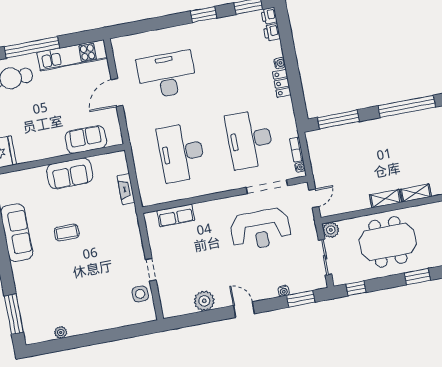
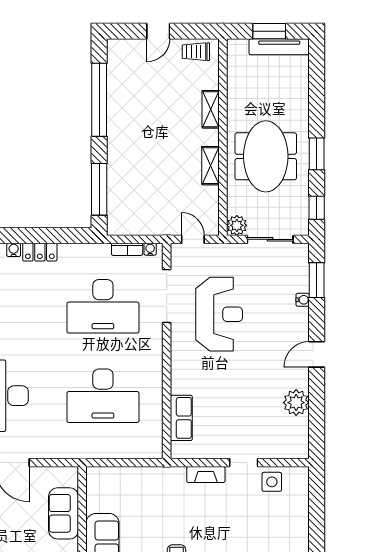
fireplace: (126, 189) -> (206, 475), moved
shelving: (385, 199) -> (210, 166), moved
window: (417, 277) -> (317, 154), moved

